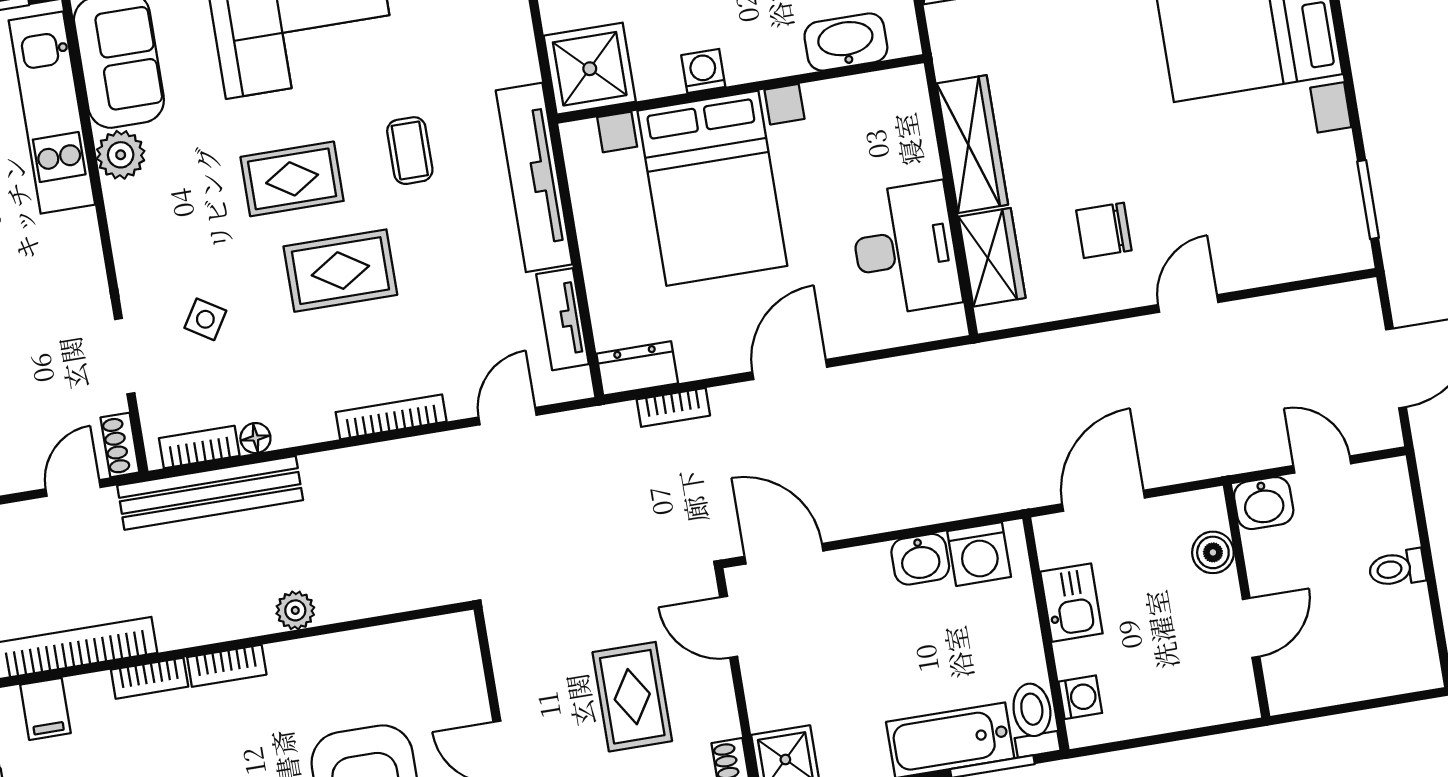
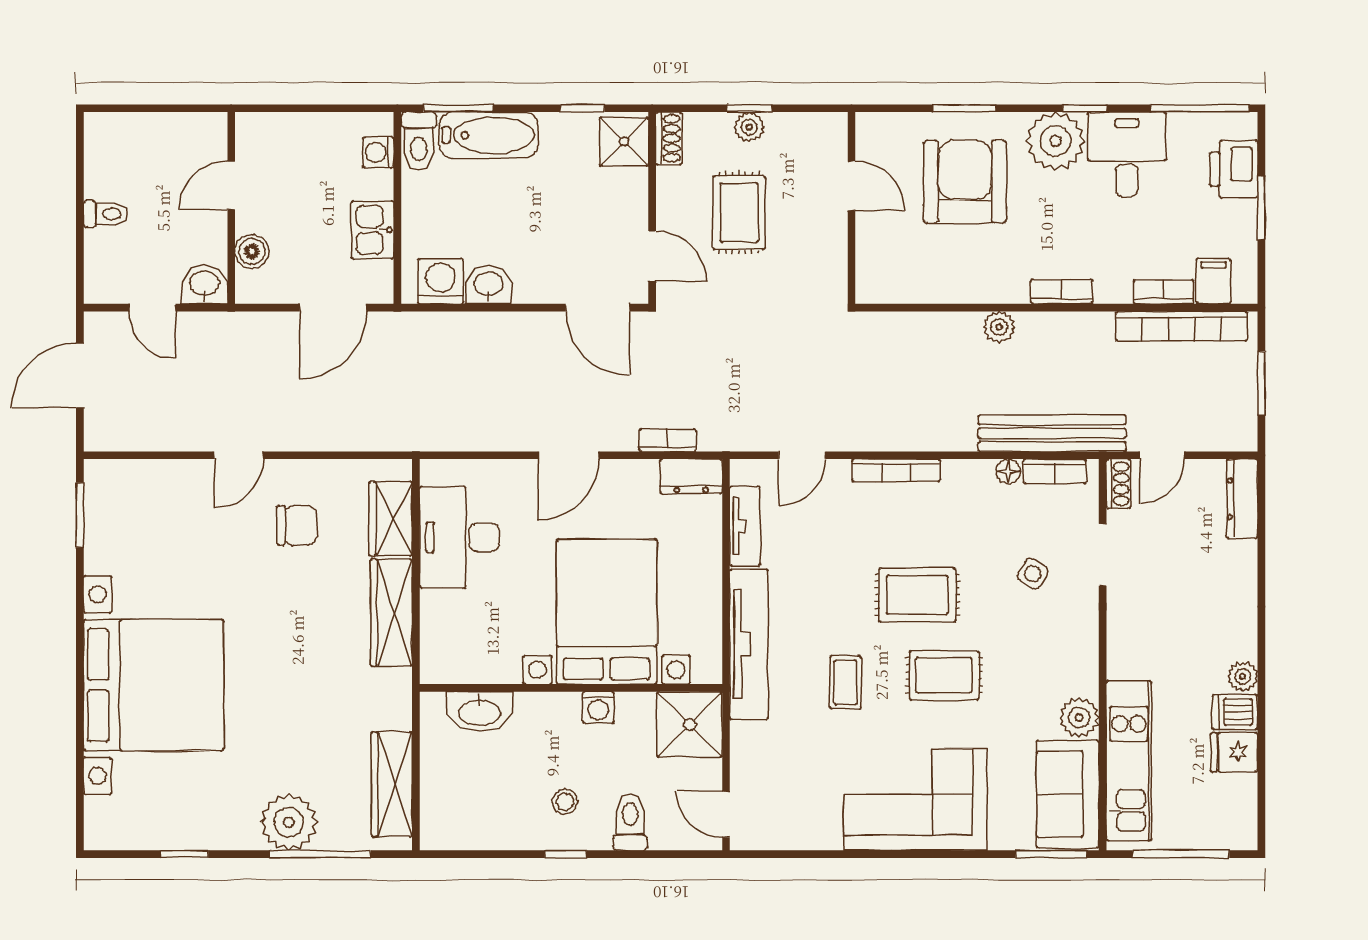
bookcase: (150, 678) -> (1163, 292), moved

